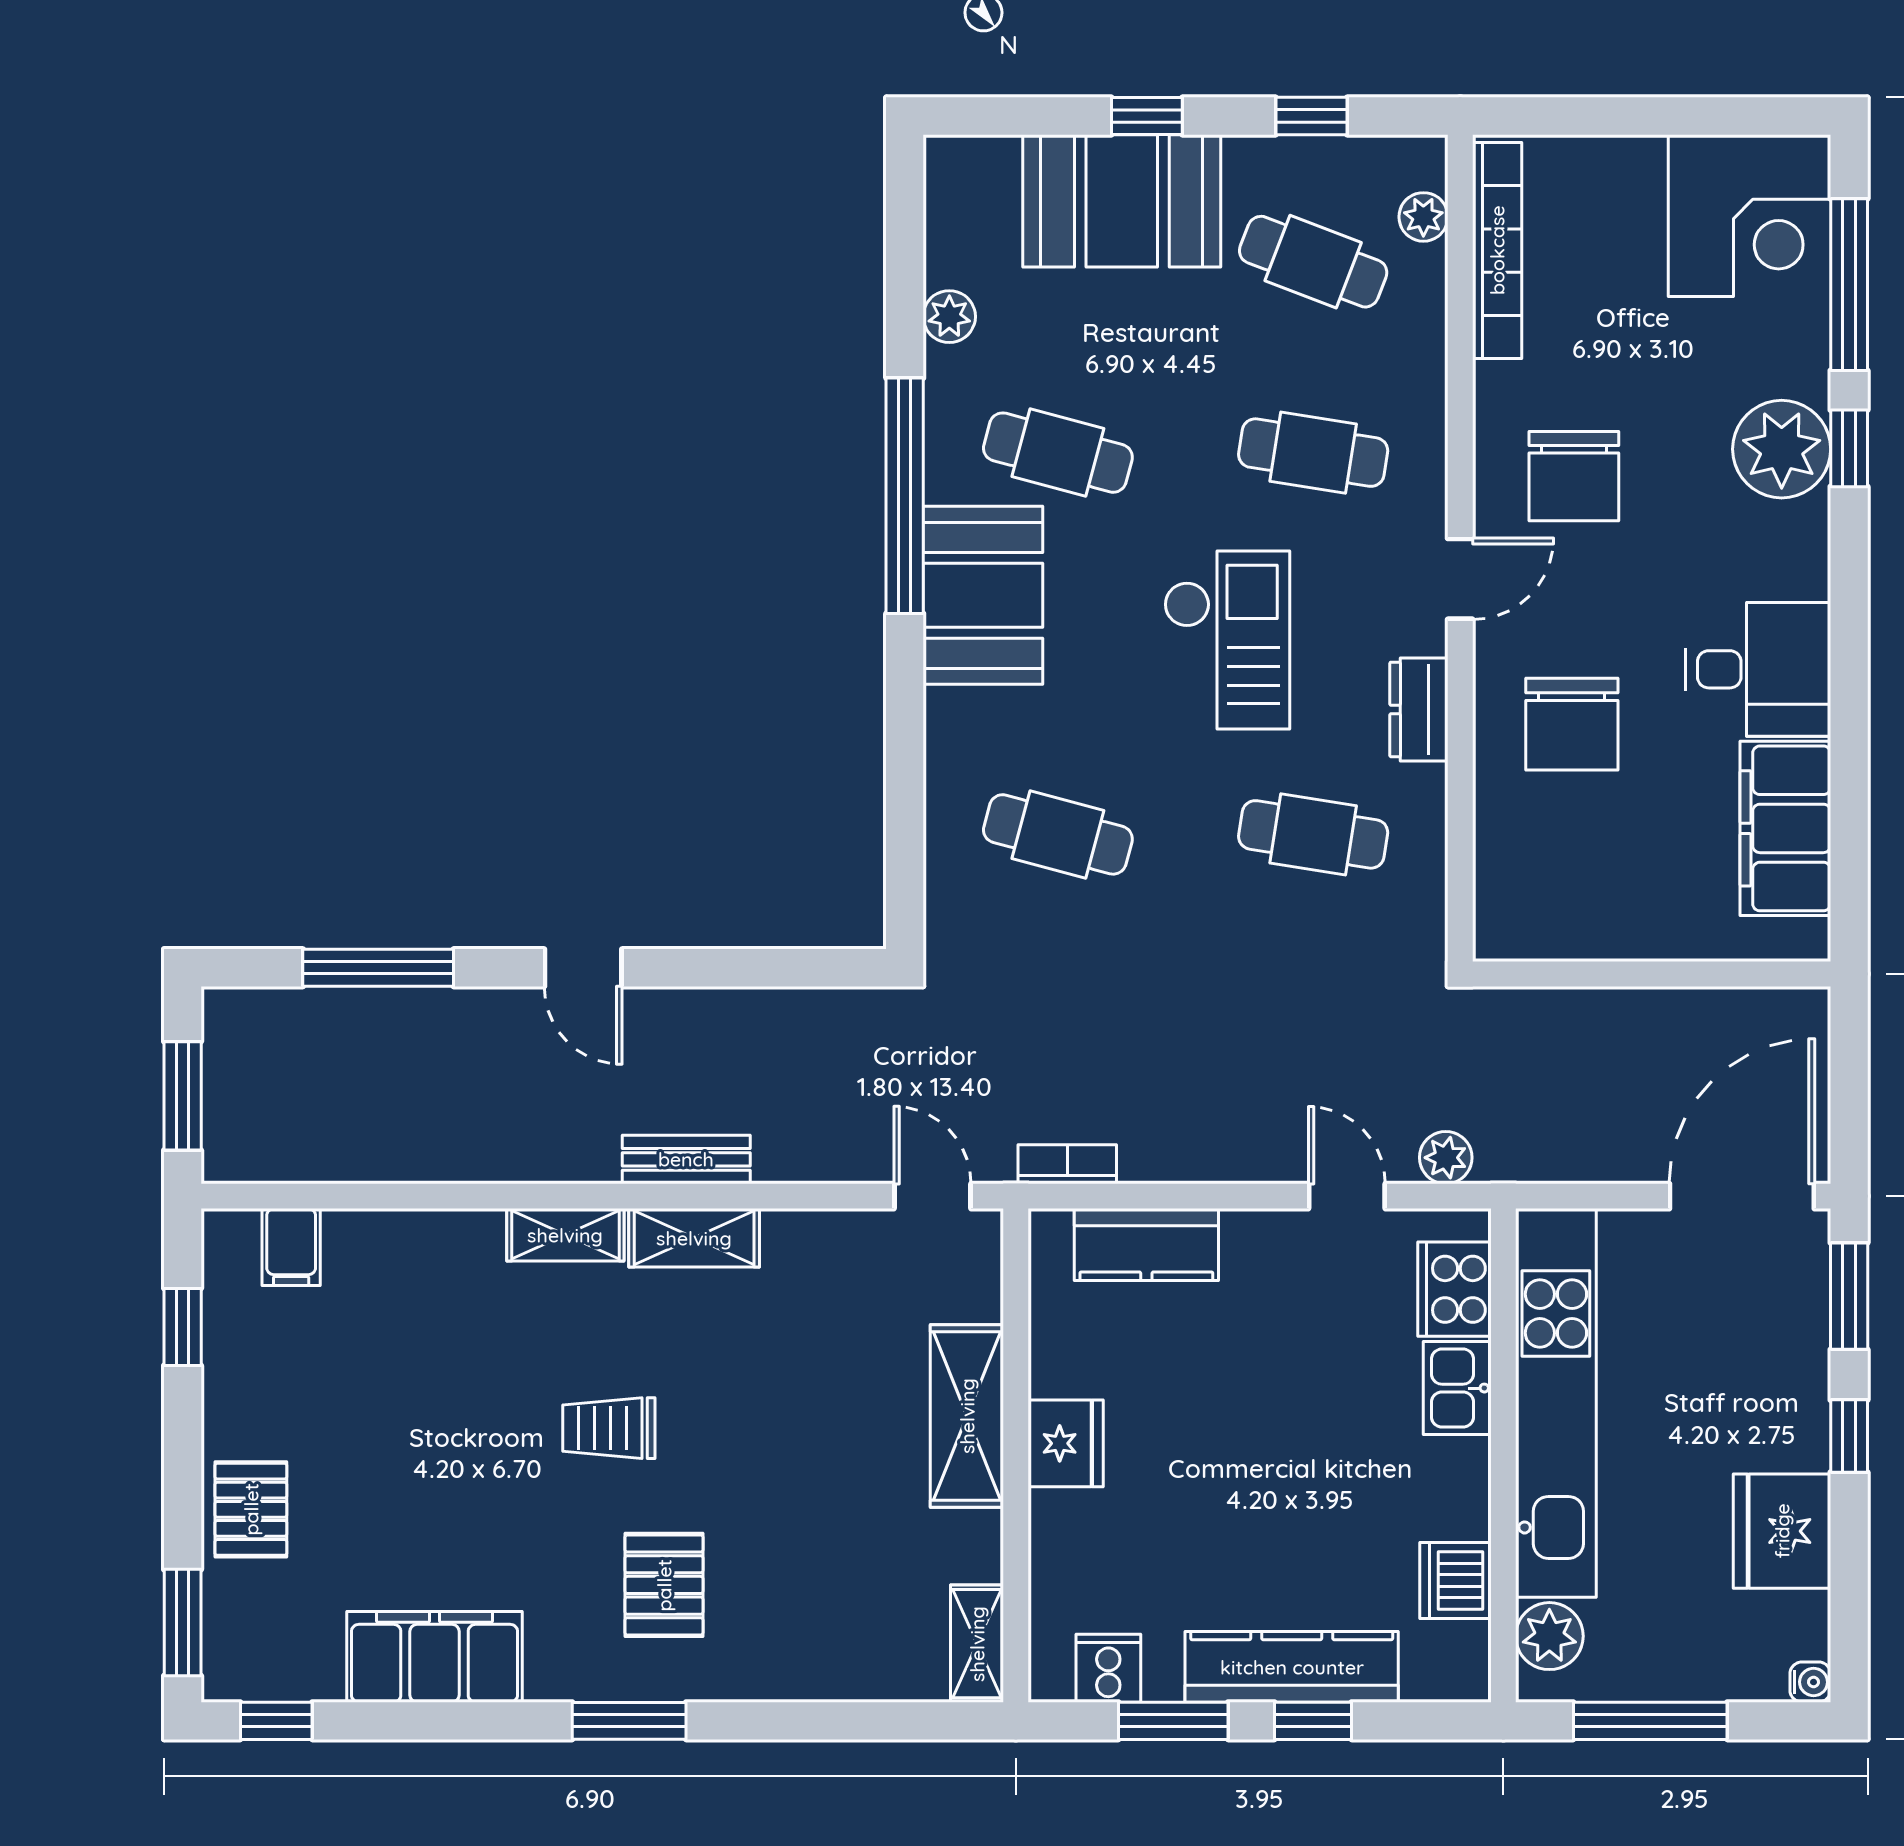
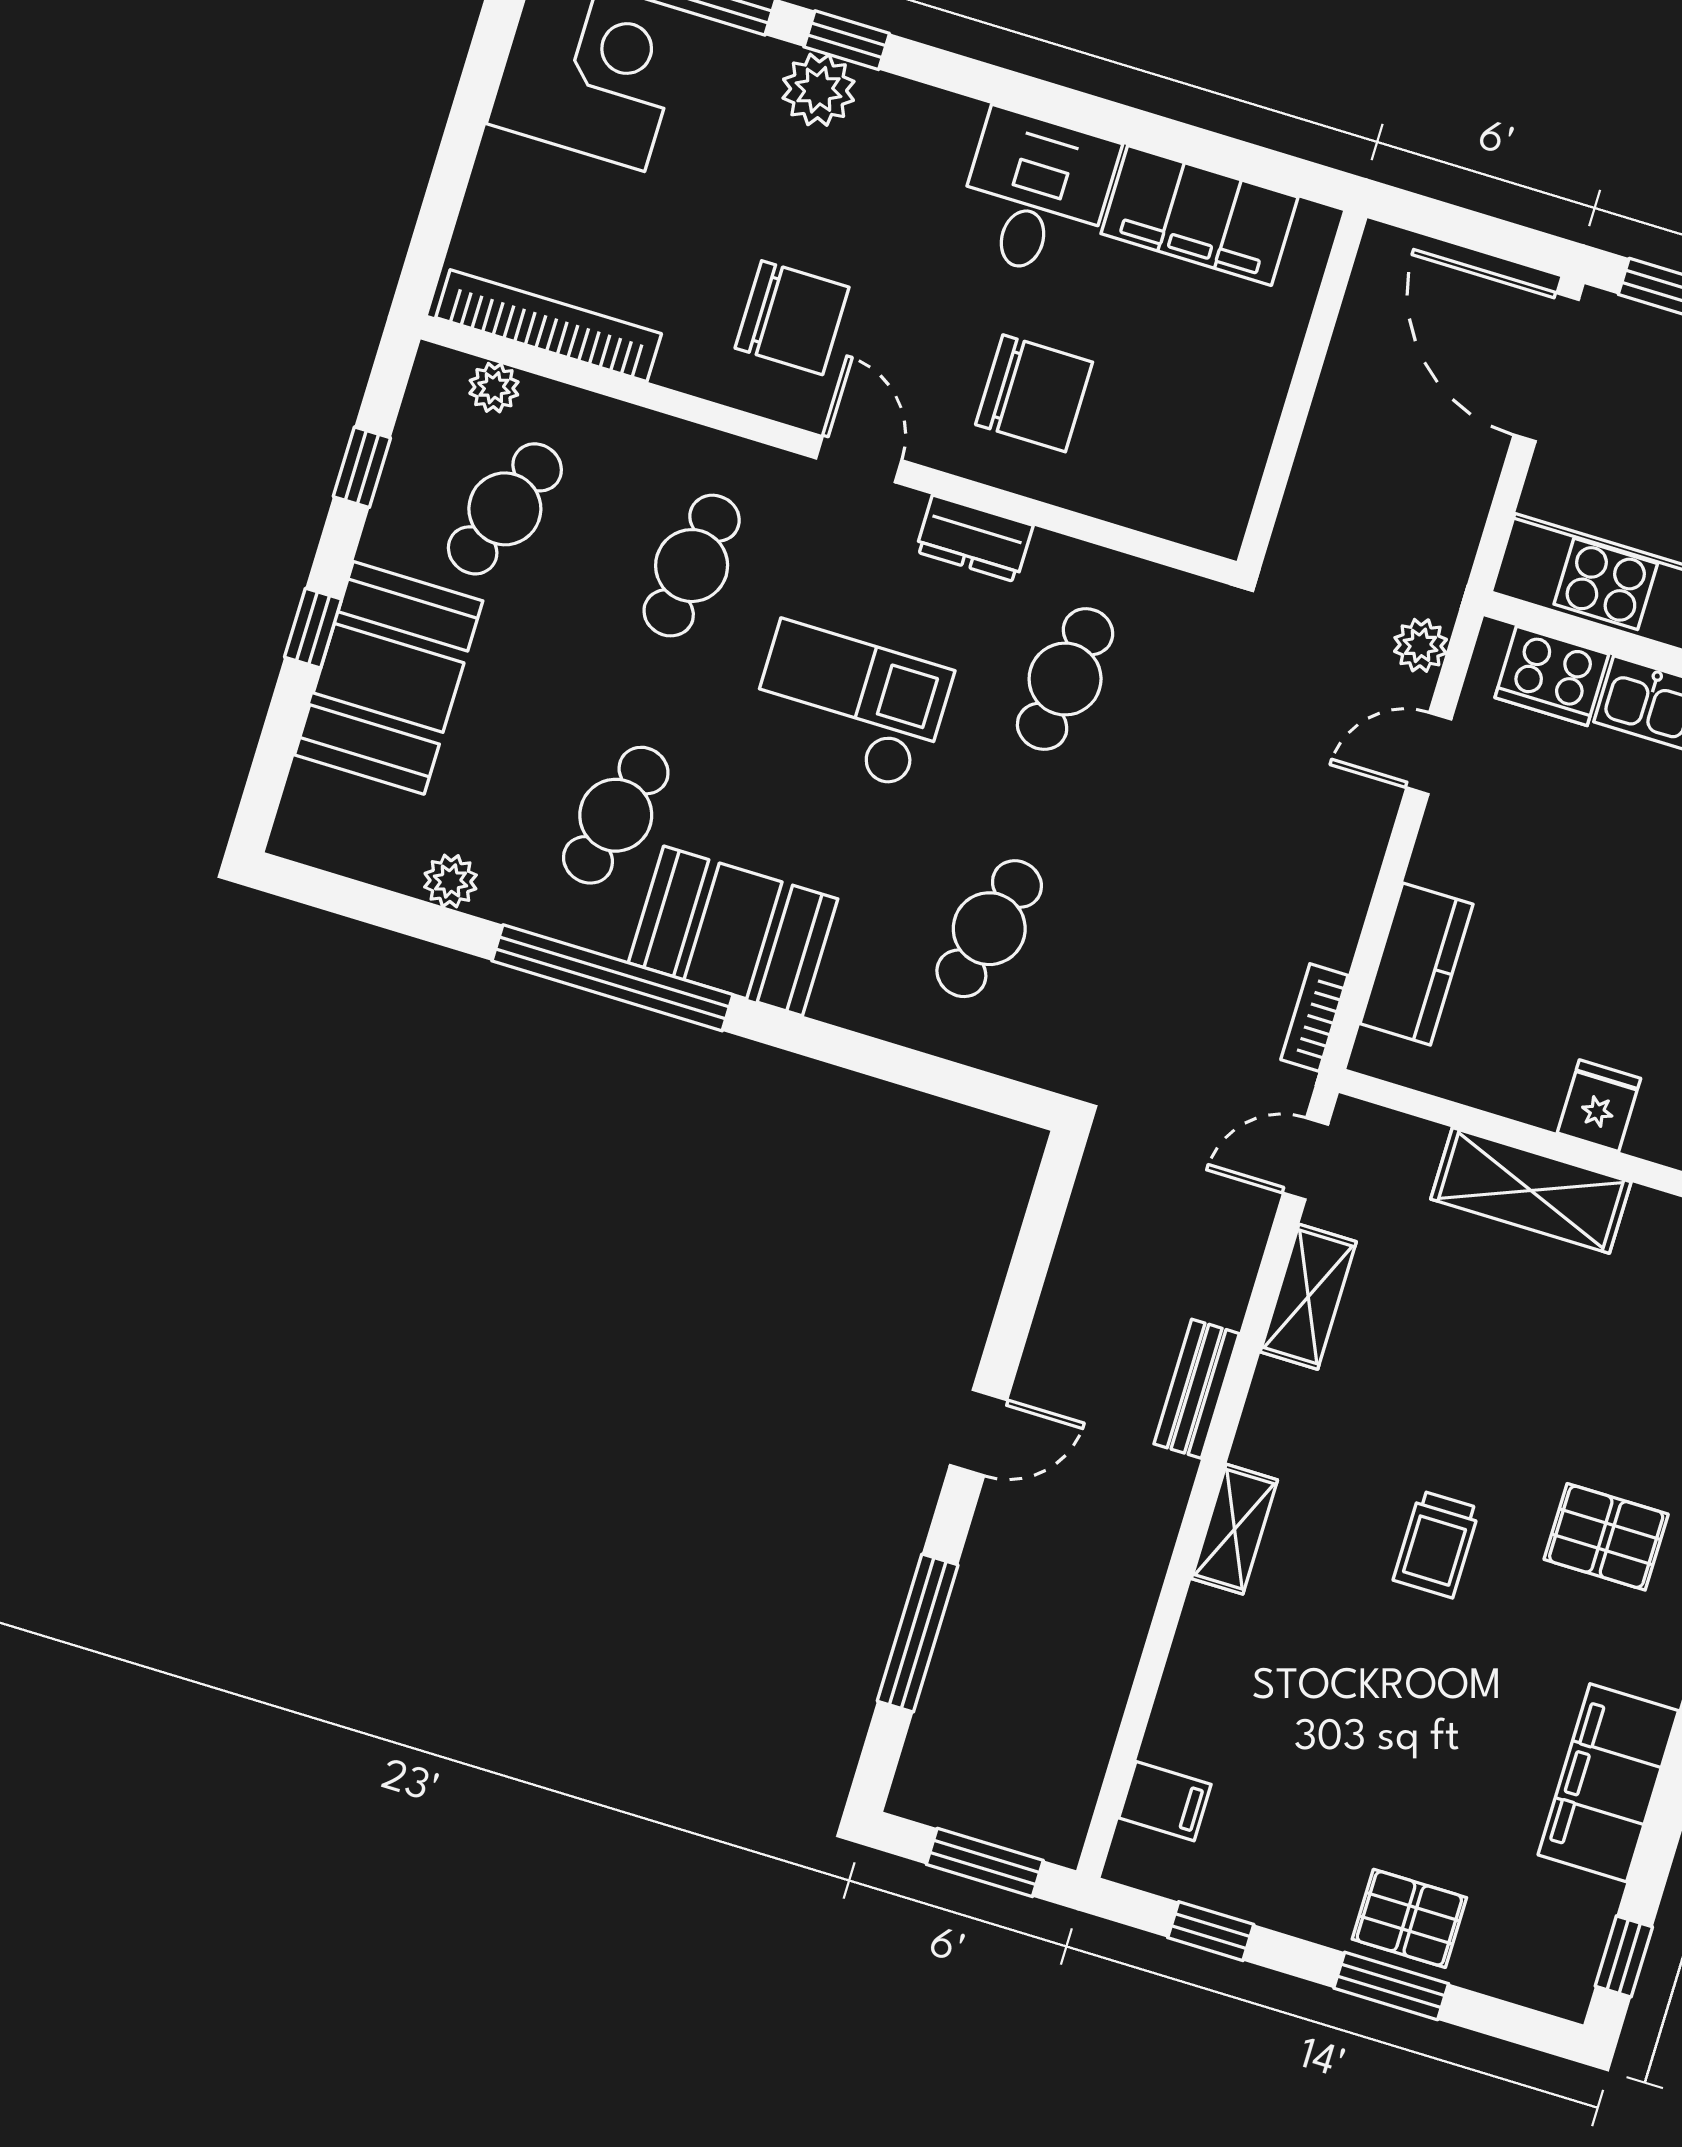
plant: (1782, 449) -> (819, 90), width x0.73, depth x0.73
shelving: (694, 1238) -> (1308, 1297), moved
fridge: (1066, 1443) -> (1599, 1106), width x0.72
window: (183, 1623) -> (1391, 1986), moved

